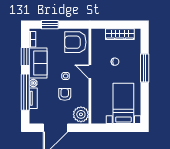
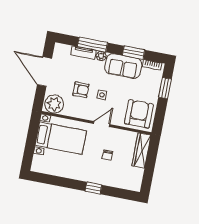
wardrobe: (120, 34) -> (141, 150), moved
window: (145, 68) -> (94, 188), width x0.46
window: (25, 92) -> (92, 45), width x0.68
bed with nightstands: (123, 103) -> (61, 138), moved

